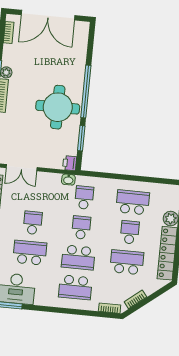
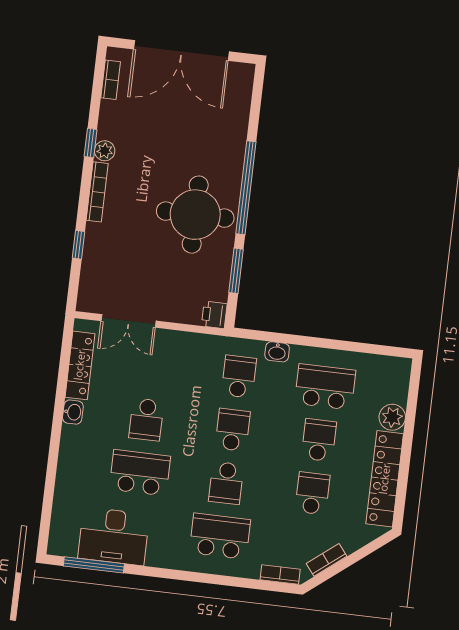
washbasin: (68, 180) -> (277, 352), moved
school desk: (33, 223) -> (146, 420), turned 180
school desk: (78, 257) -> (226, 483), width x0.54
school desk: (127, 262) -> (312, 493), width x0.54
school desk: (75, 287) -> (220, 536), turned 180

